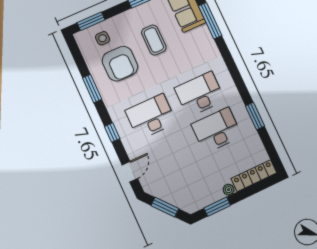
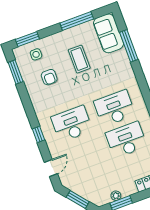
armchair: (120, 64) -> (49, 77), width x0.53, depth x0.53
window: (92, 89) -> (16, 72), moved
plant: (229, 190) -> (116, 196), moved

